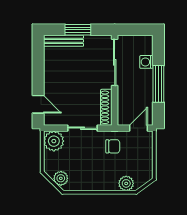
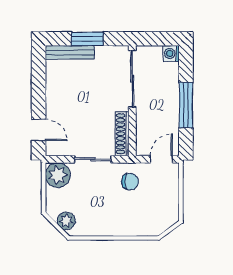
washing machine: (146, 62) -> (171, 53), moved
plant: (126, 183) -> (146, 227), removed

